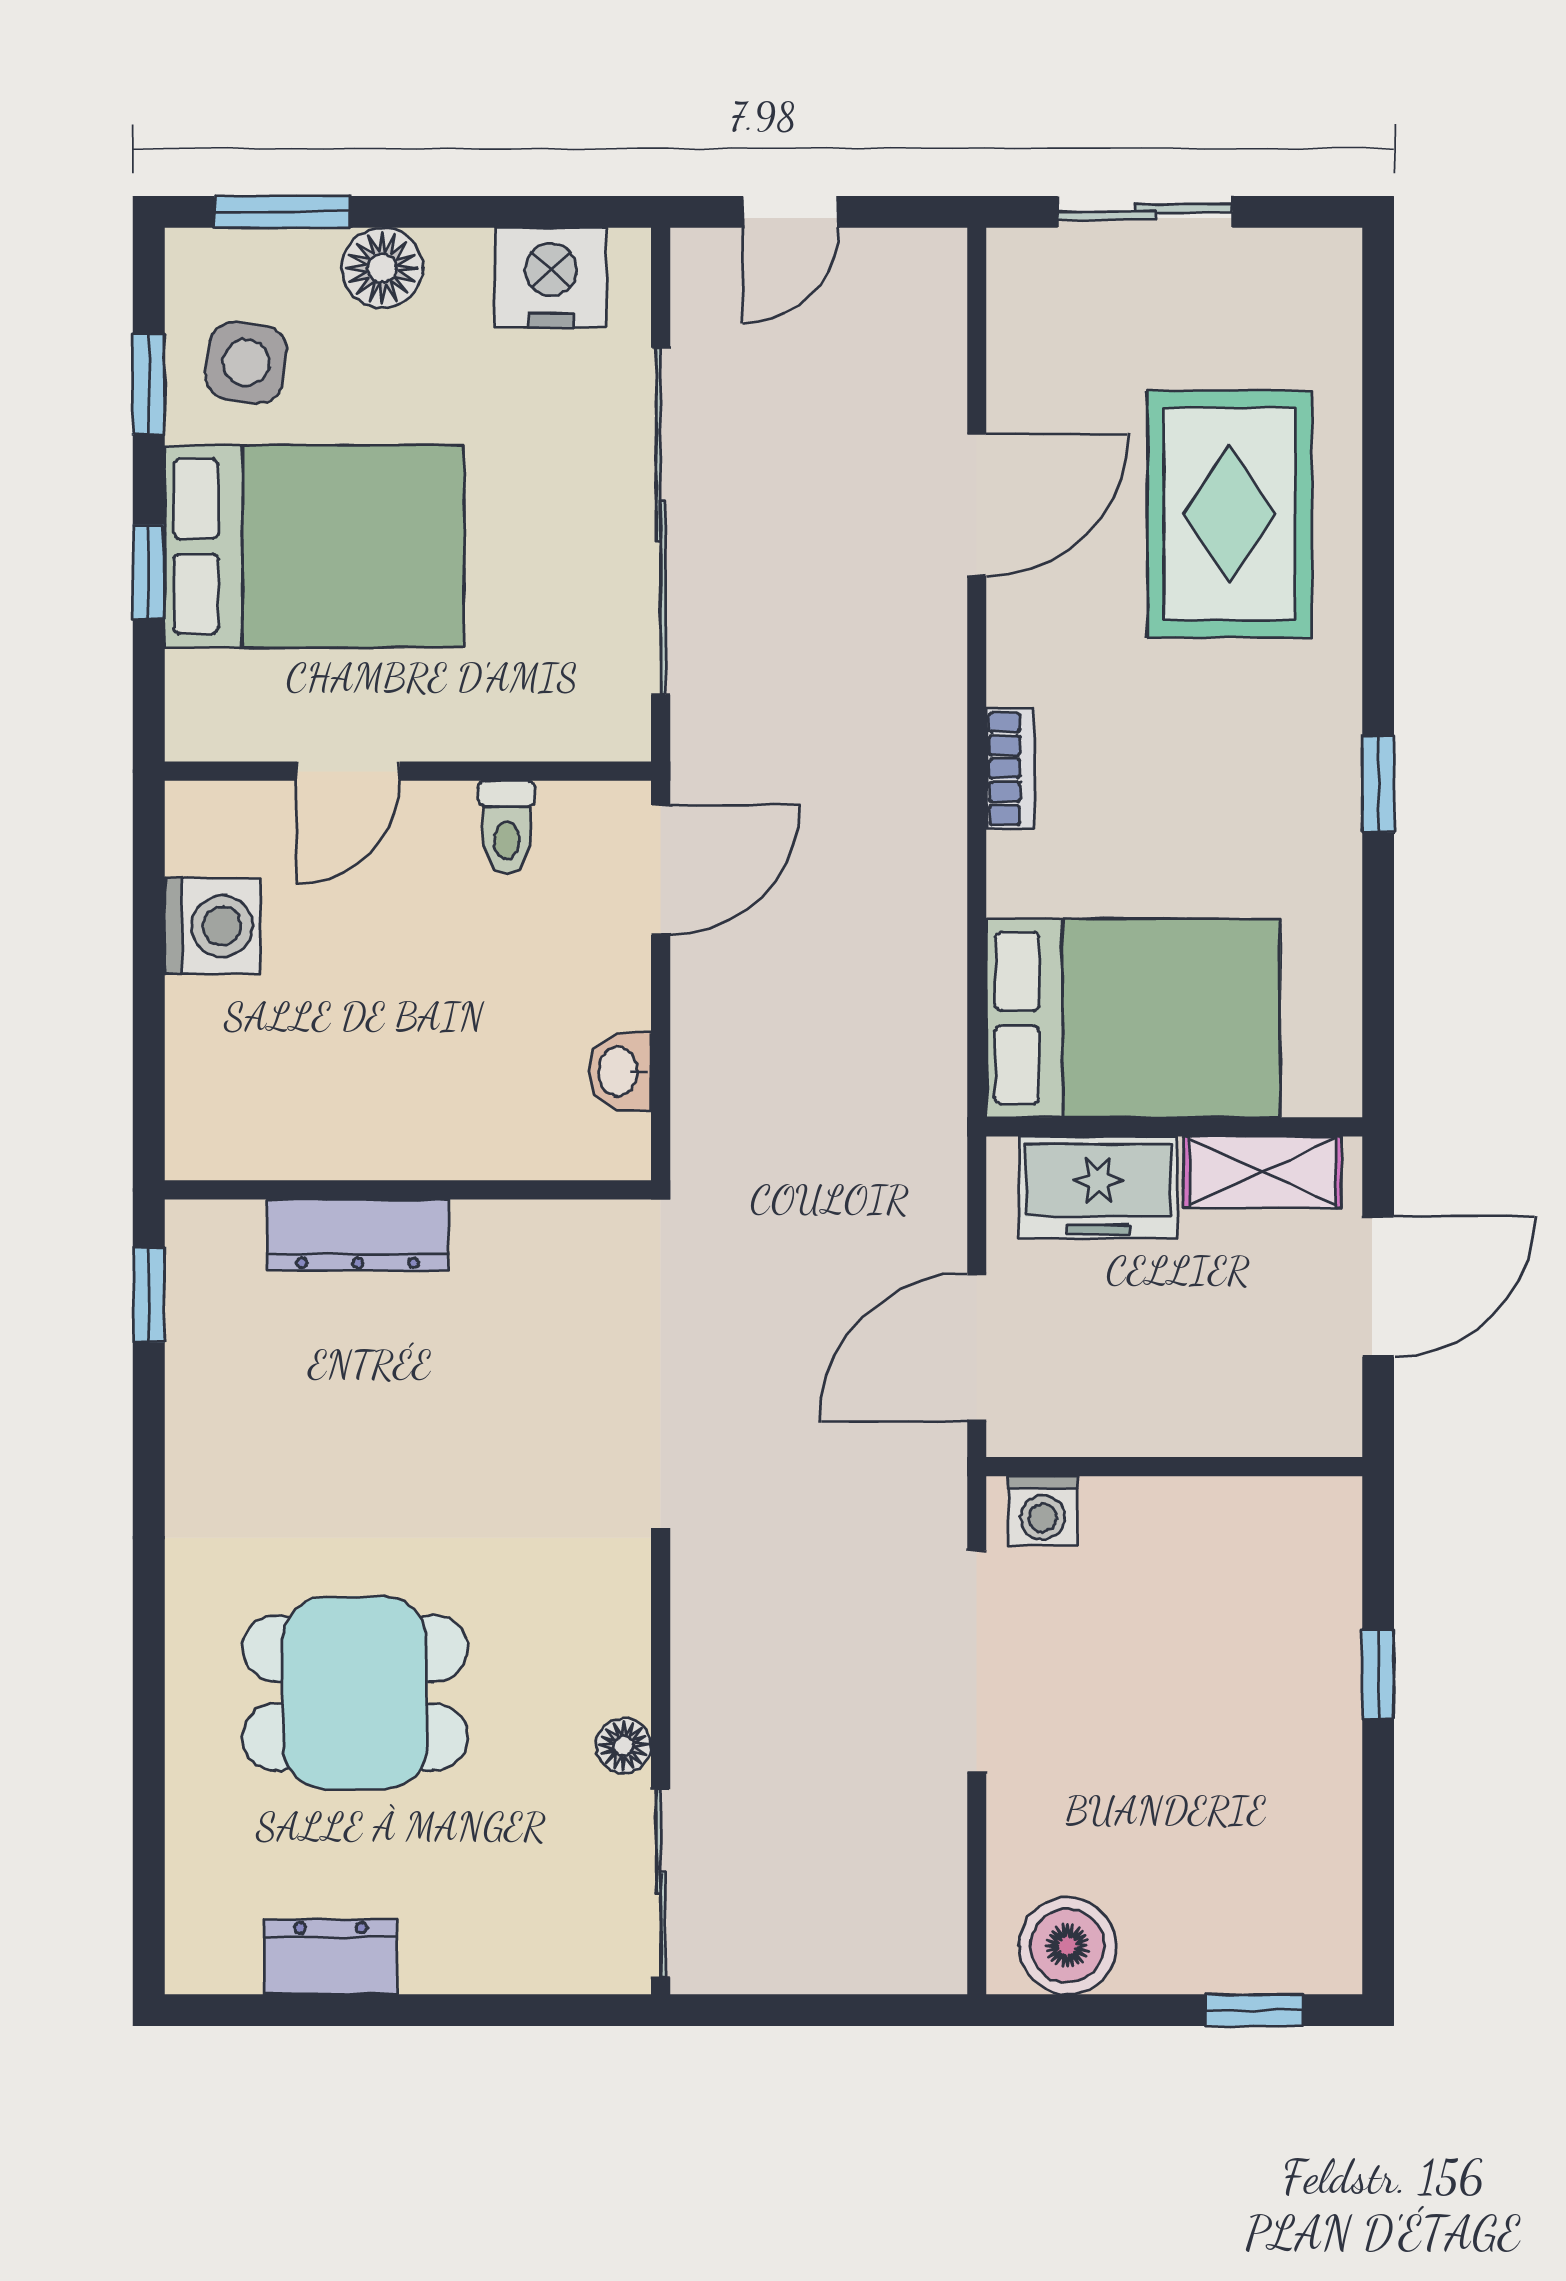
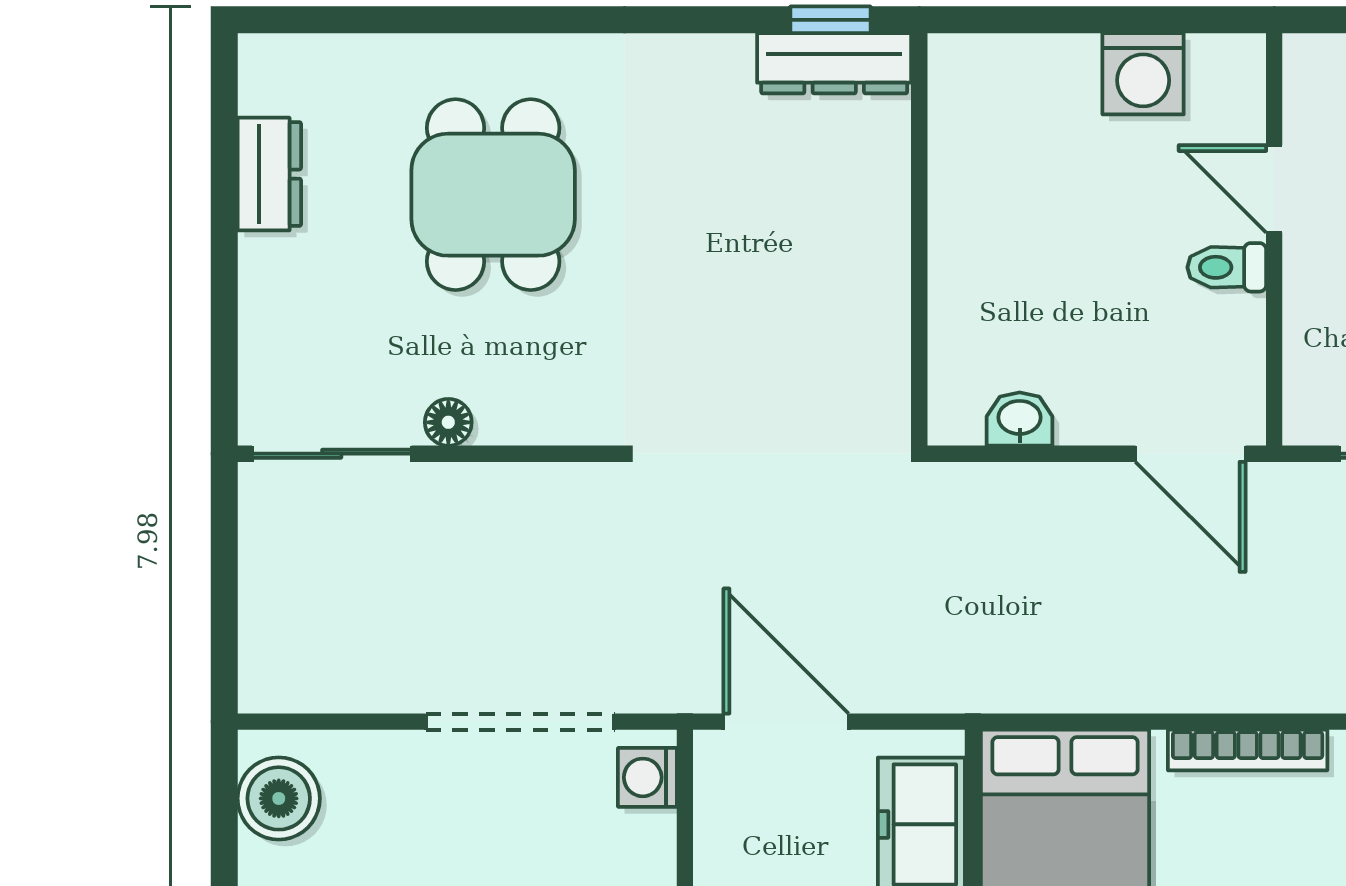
bookcase: (1010, 769) -> (1248, 750), width x1.56
toilet: (507, 827) -> (1227, 267), moved
dresser: (358, 1235) -> (834, 63), moved, turned -90

